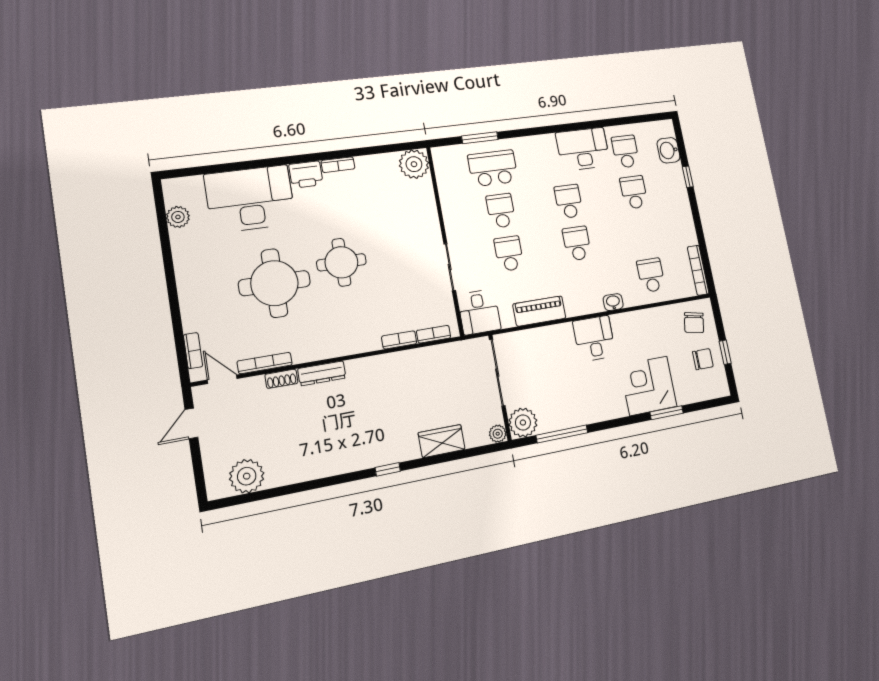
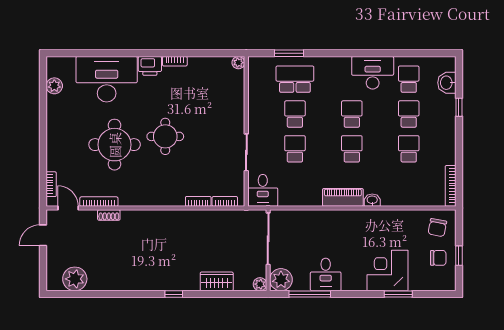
plant: (414, 164) -> (238, 63), width x0.53, depth x0.53
school desk: (651, 275) -> (409, 149), moved
piano: (539, 311) -> (343, 197), moved
desk: (594, 338) -> (326, 274), moved, turned 180
dresser: (322, 373) -> (138, 216), removed

